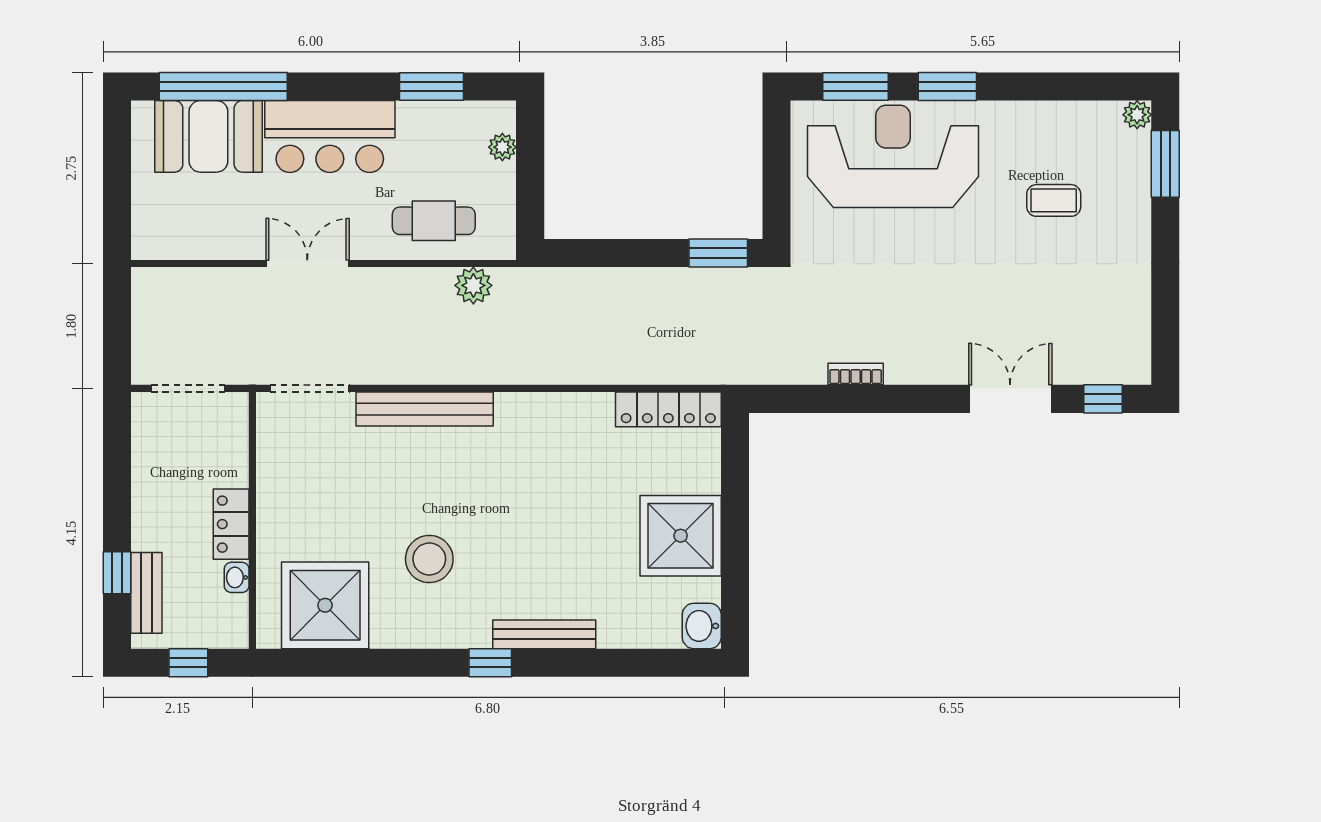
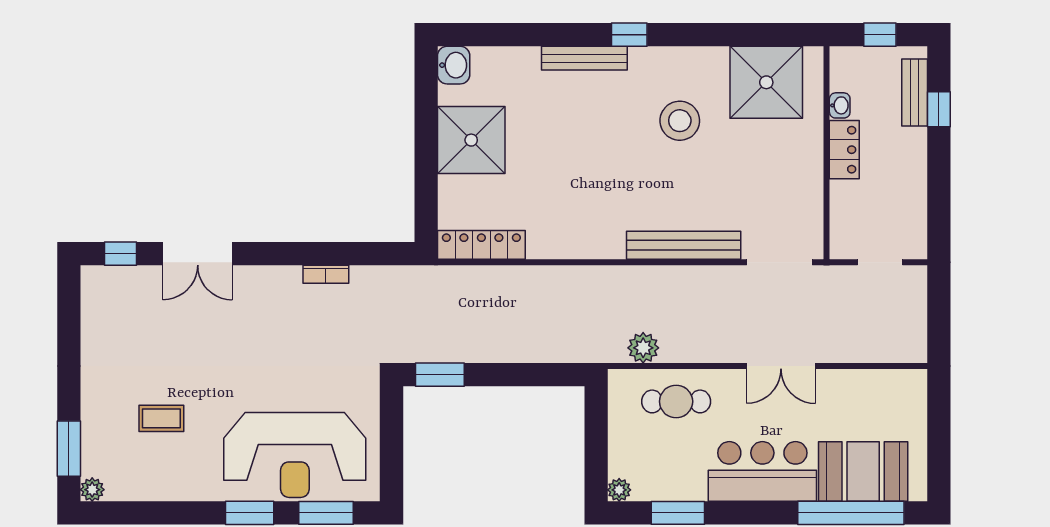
plant: (502, 147) -> (619, 490), moved
doorway: (188, 388) -> (880, 262), width x0.73

